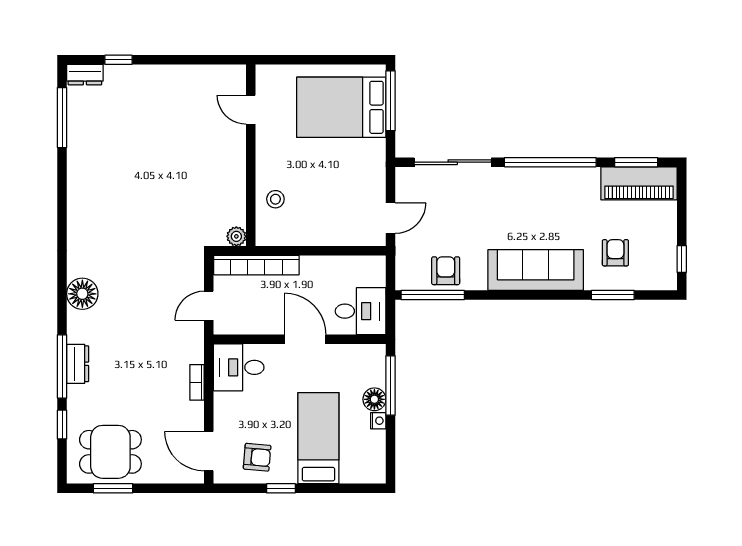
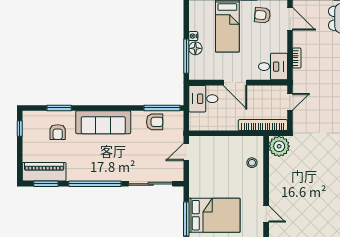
plant: (236, 236) -> (279, 146), width x1.88, depth x1.88
armchair: (446, 271) -> (155, 122), turned -90

